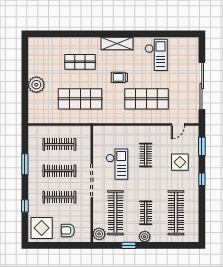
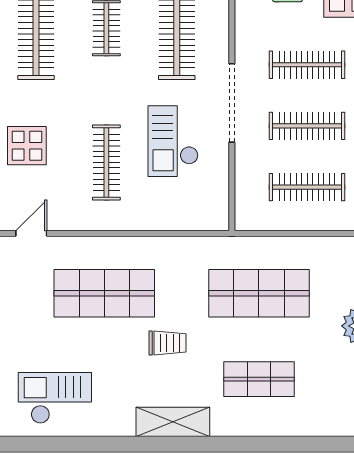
checkout: (156, 55) -> (55, 398), moved, turned 90
clothes rail: (146, 155) -> (106, 162), width x1.36

